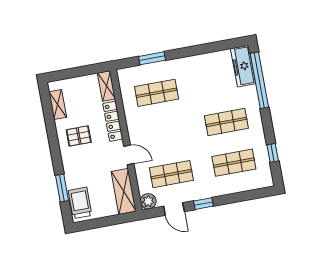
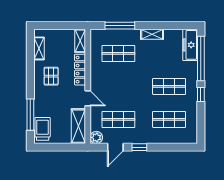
window: (152, 58) -> (120, 26), width x1.44
shelving: (194, 62) -> (152, 34), added
pallet: (79, 136) -> (51, 76), turned 90
window: (273, 153) -> (201, 94), moved
window: (62, 188) -> (30, 115), width x1.44
door: (174, 209) -> (115, 147), hinge flipped

